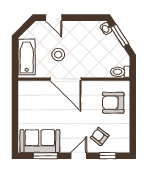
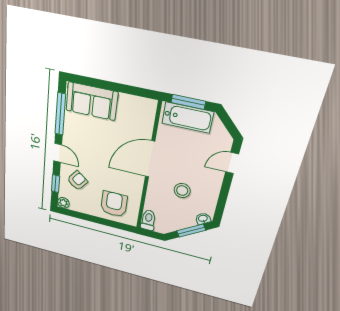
stool: (58, 55) -> (182, 191), moved
window: (15, 59) -> (188, 102), added
sofa: (40, 141) -> (92, 101), moved, turned 90
plant: (124, 147) -> (63, 203), added
window: (45, 156) -> (60, 114), width x1.44

